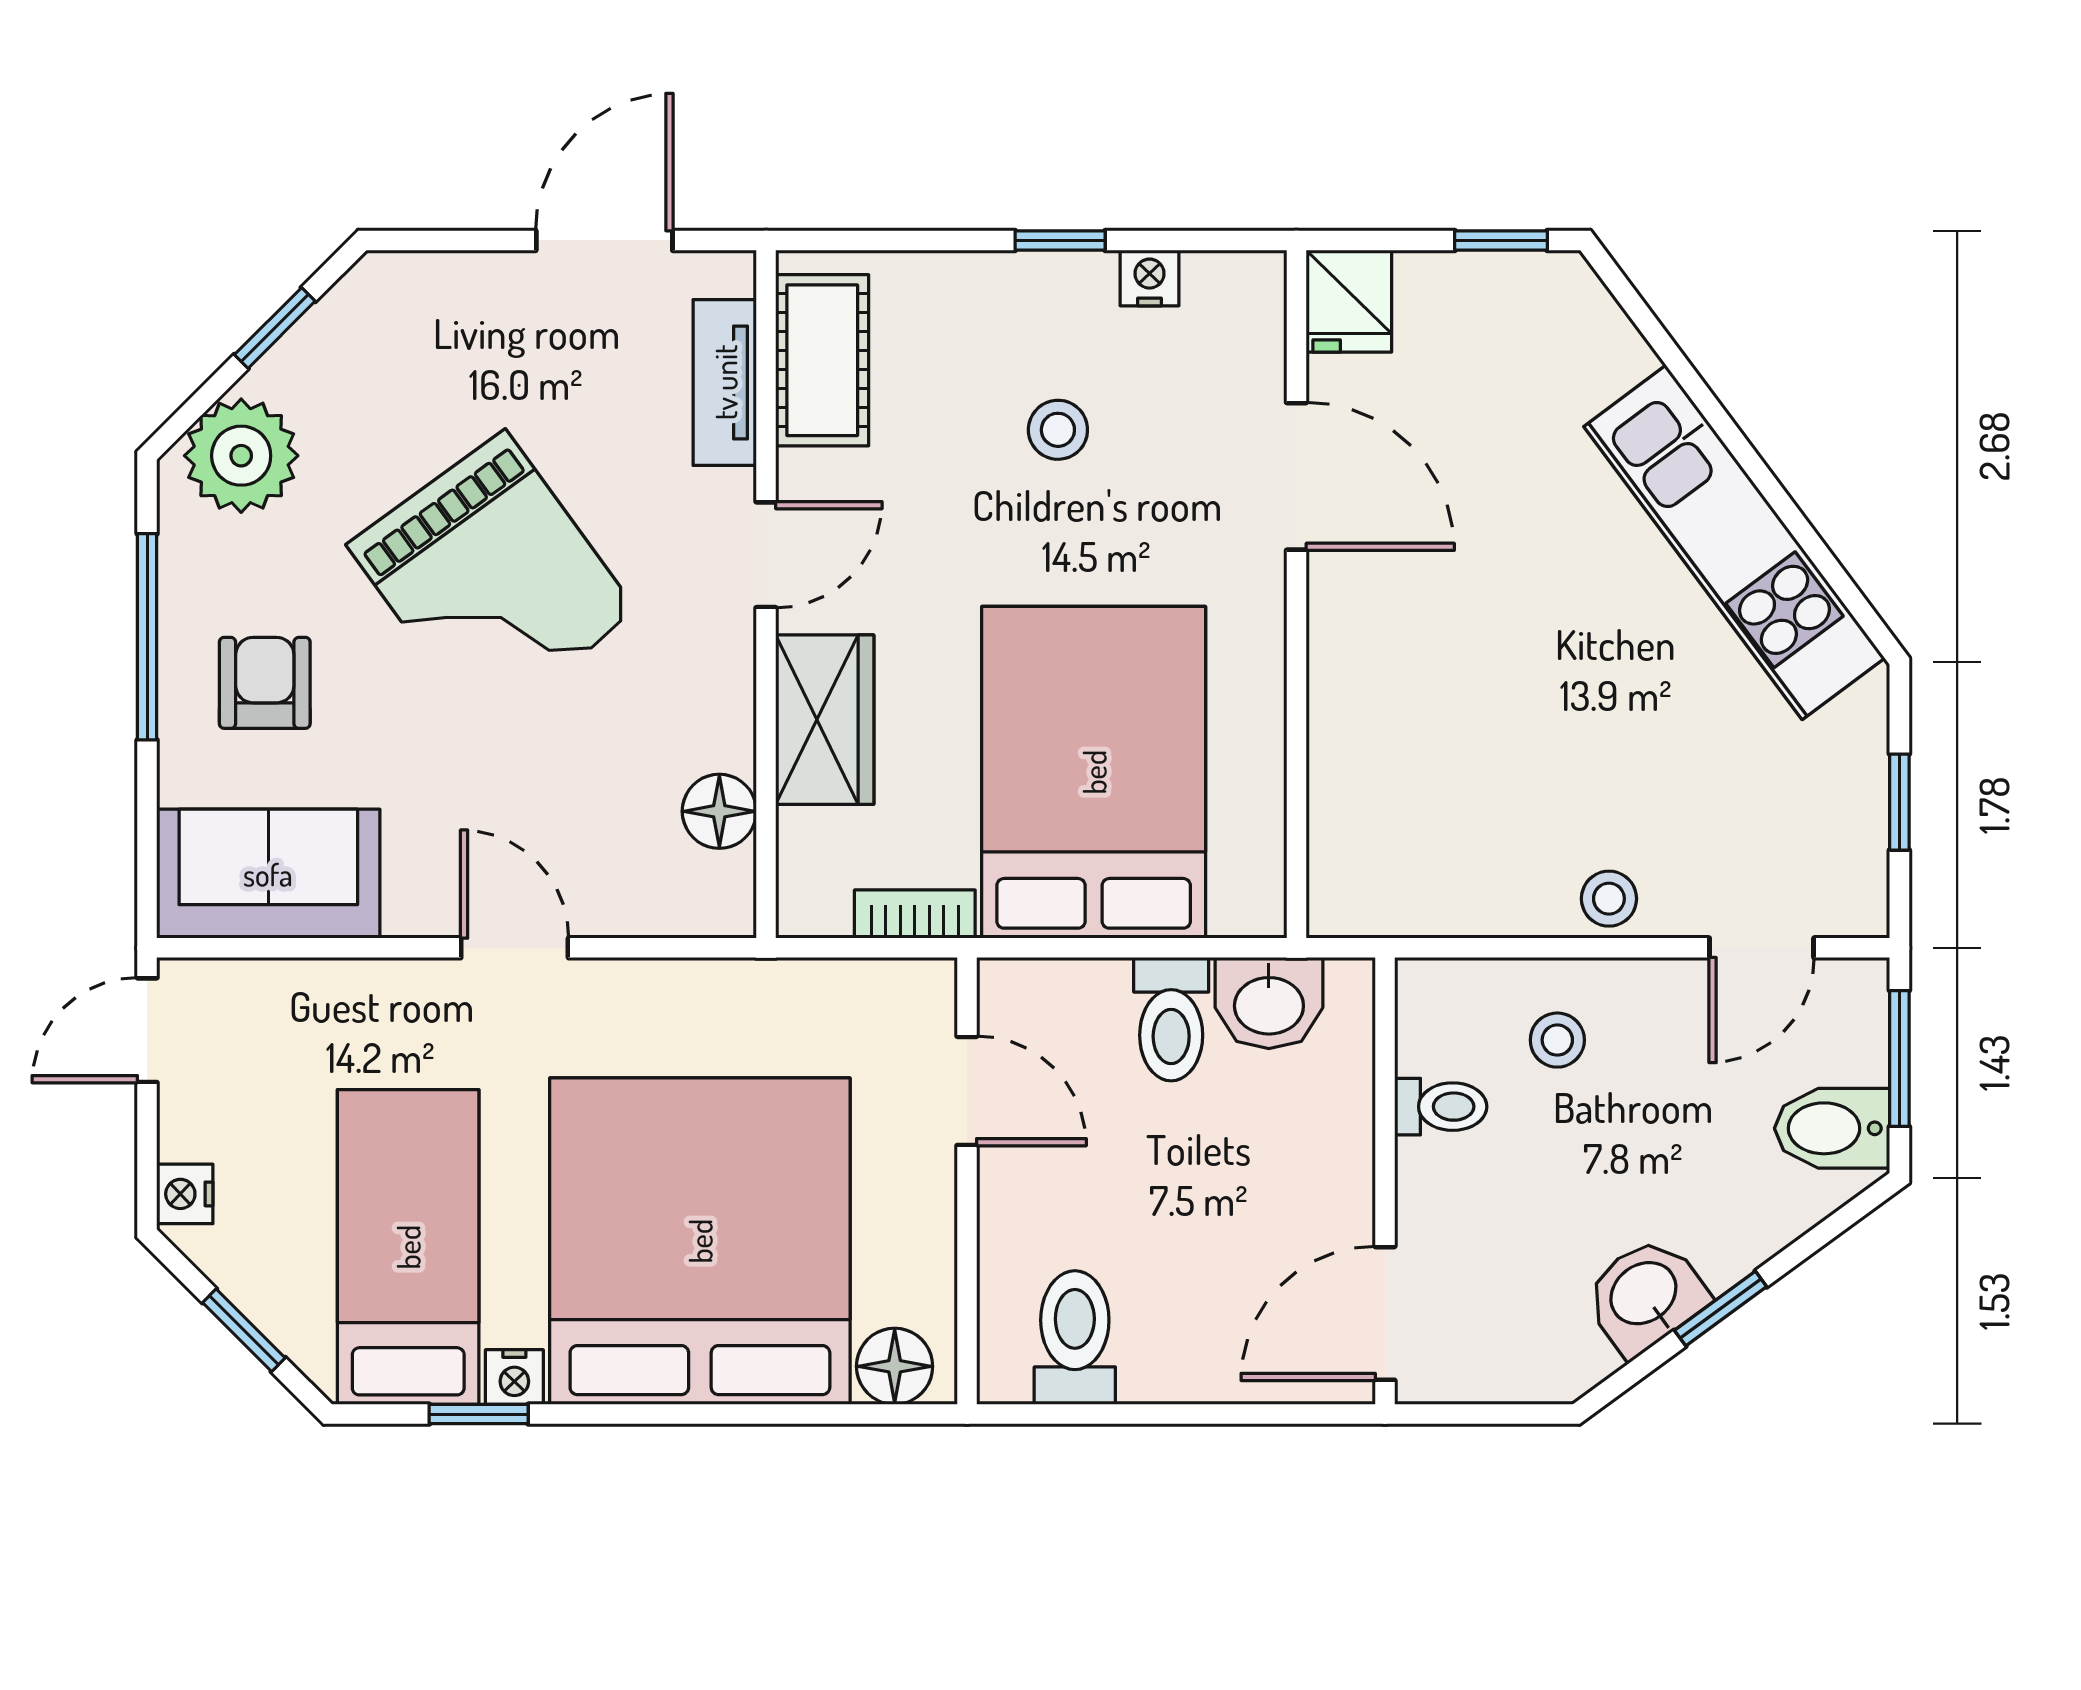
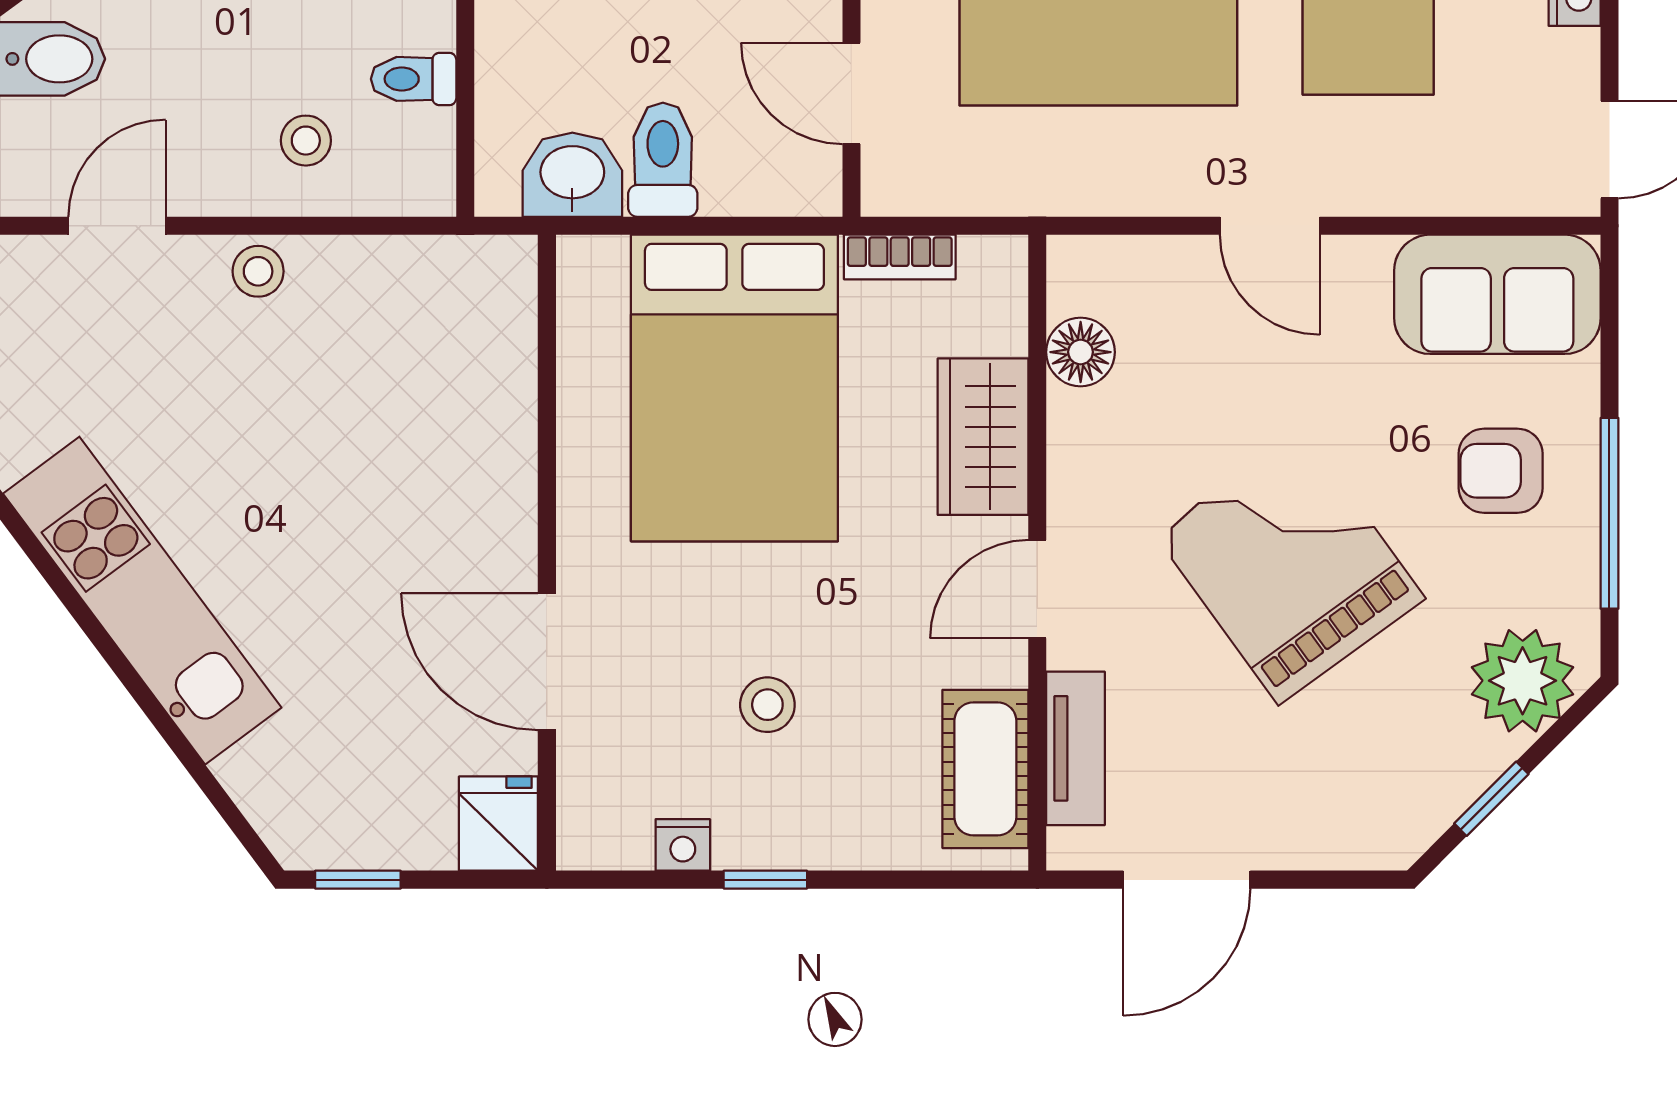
armchair: (265, 683) -> (1501, 471), turned 90

